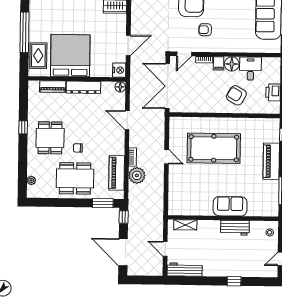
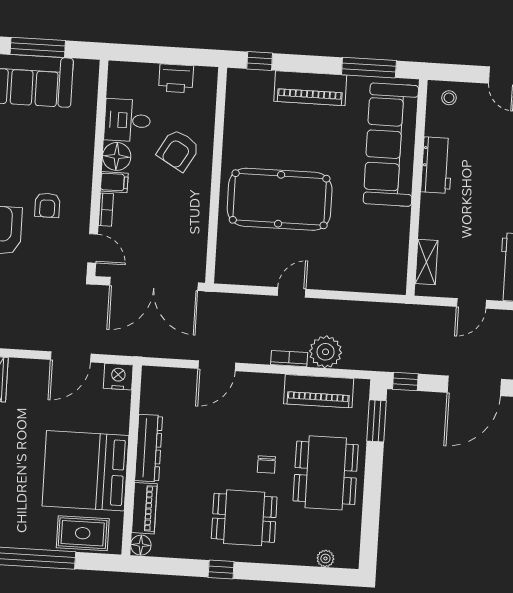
door: (128, 45) -> (71, 357), swing flipped
floor lamp: (120, 87) -> (141, 545), moved
pool table: (214, 148) -> (280, 199), turned 90
sofa: (230, 206) -> (391, 145), width x1.85, depth x1.27

